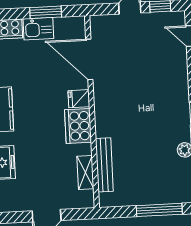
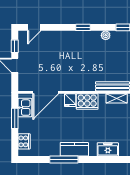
kitchen sink: (38, 29) -> (25, 108), moved

